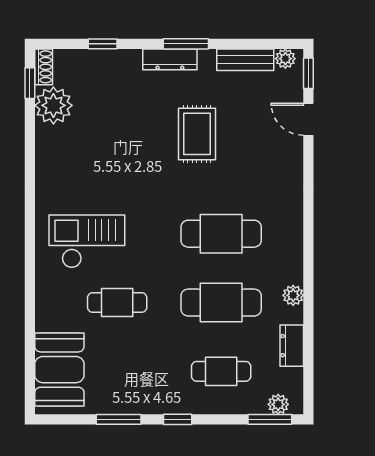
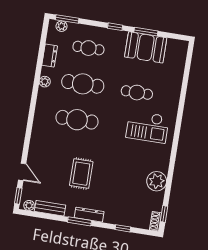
plant: (53, 105) -> (157, 181), moved
booth: (59, 370) -> (146, 47), moved, turned 90

